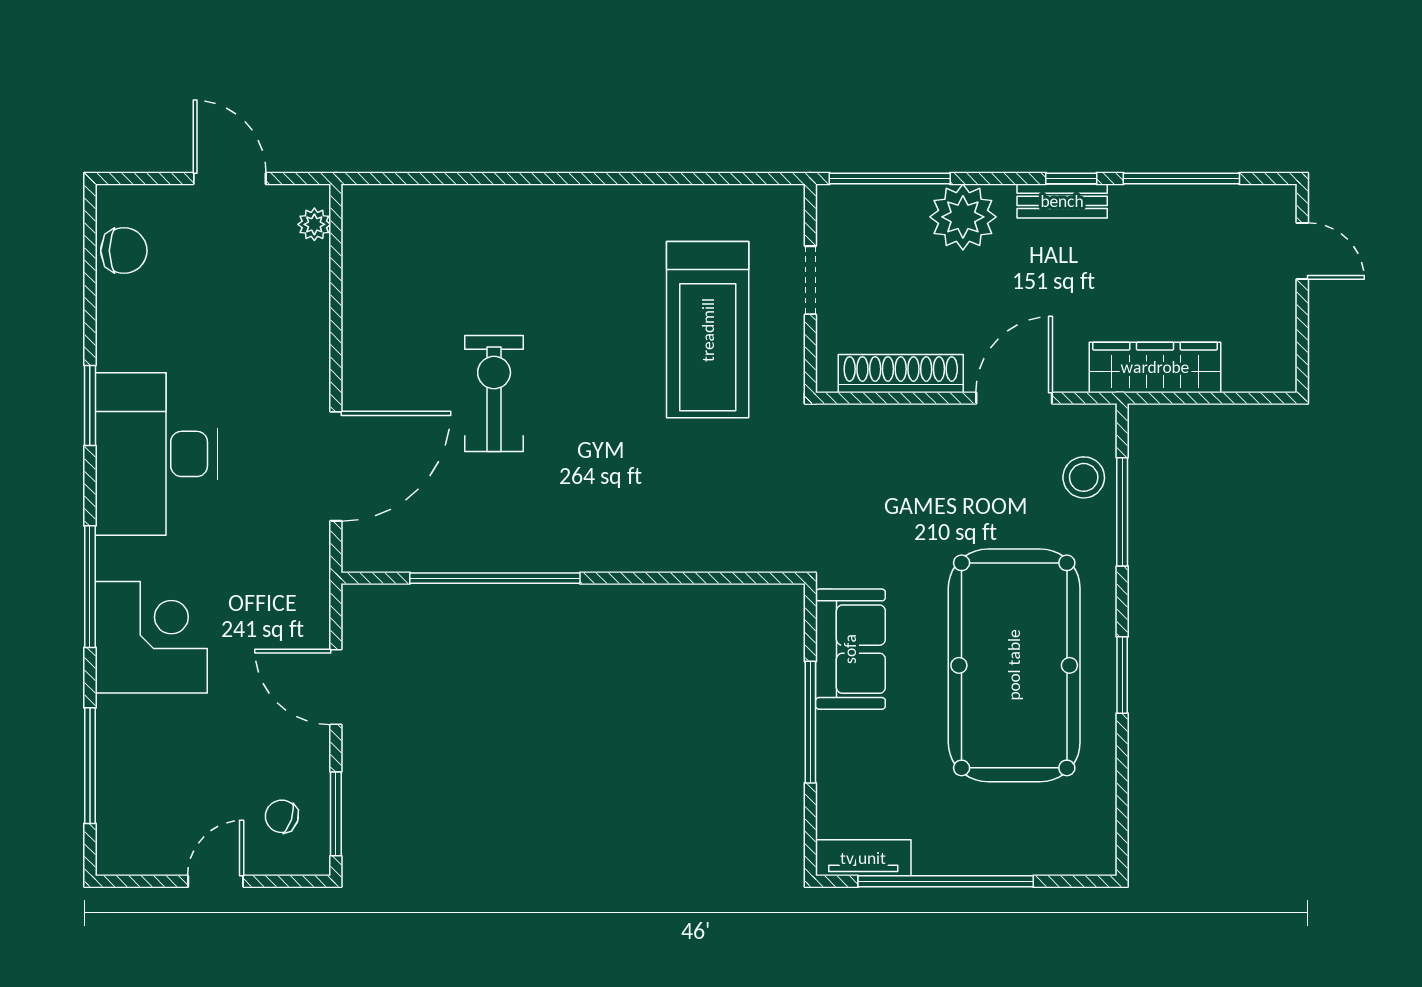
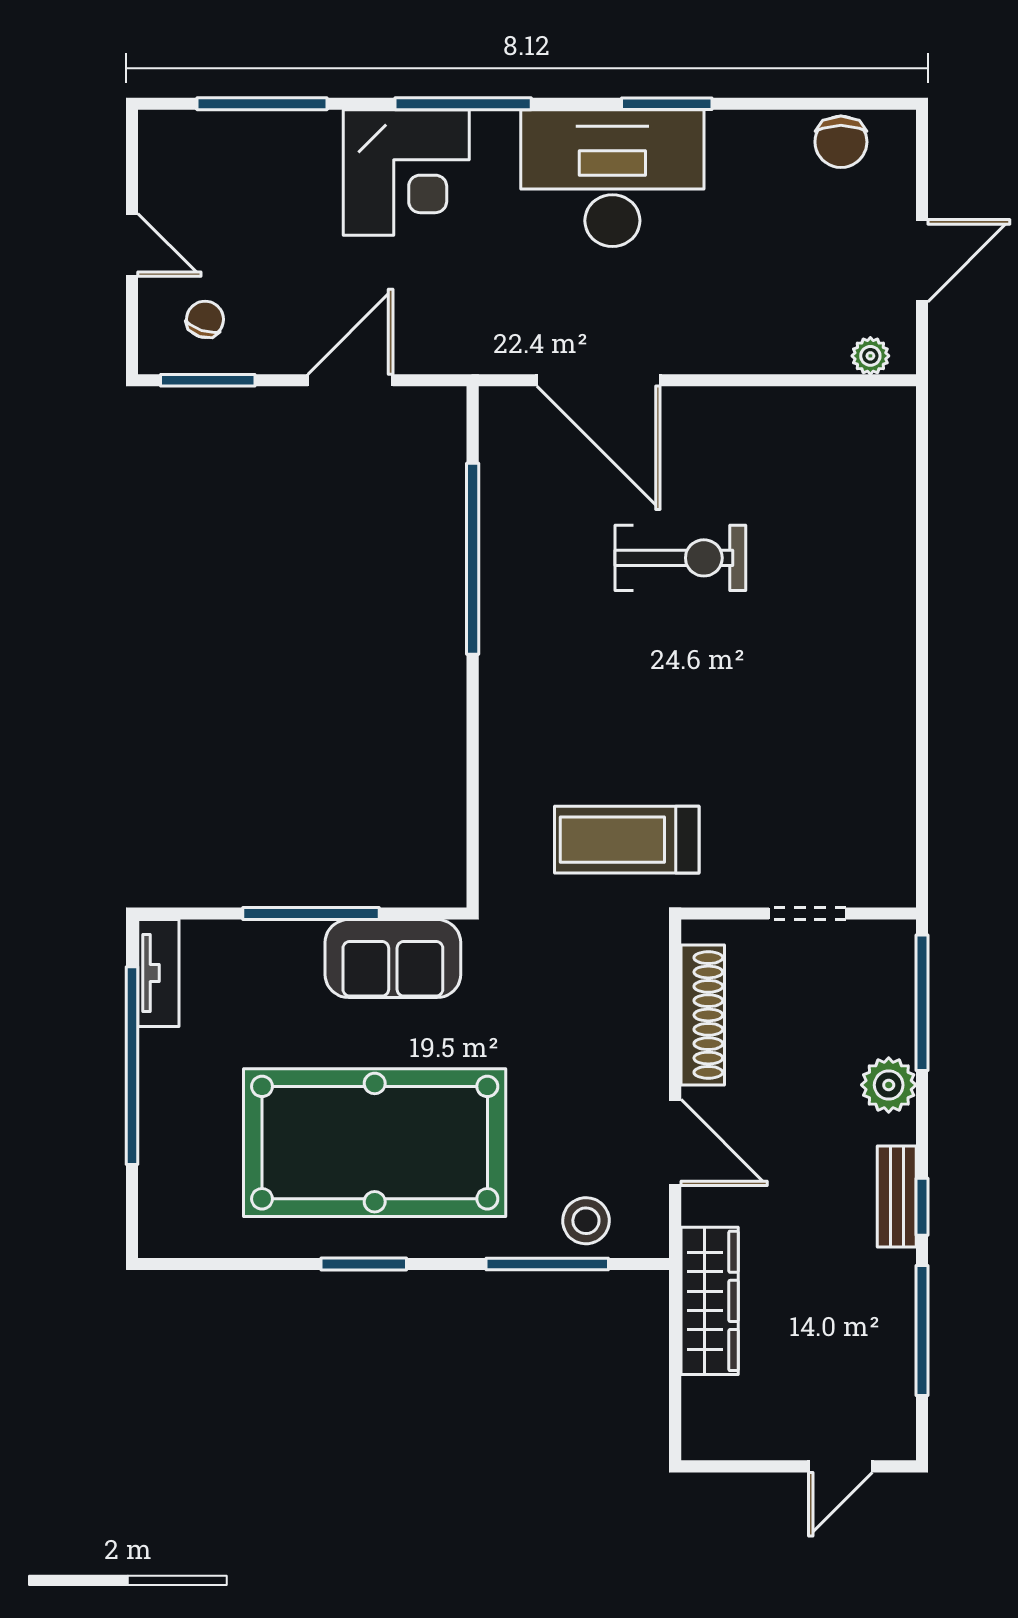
plant: (963, 217) -> (889, 1085), width x0.73, depth x0.73
treadmill: (708, 330) -> (627, 840), moved, width x0.73, depth x0.73

